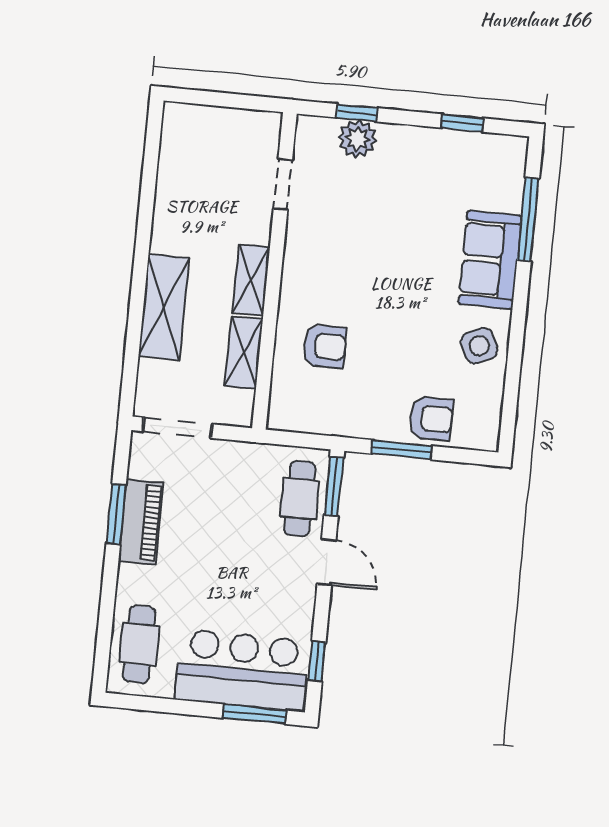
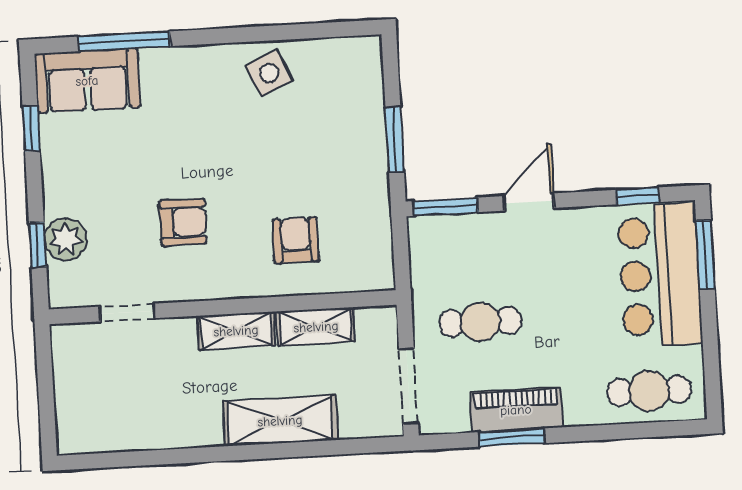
sofa: (490, 260) -> (87, 81), moved
armchair: (431, 419) -> (183, 222), moved, turned 90
cafe table: (300, 499) -> (480, 322), moved

